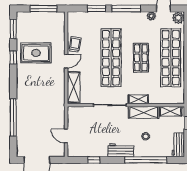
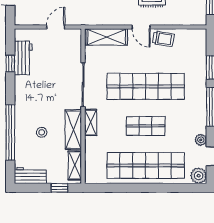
door: (66, 136) -> (56, 27), moved
workbench: (121, 150) -> (23, 58), moved

